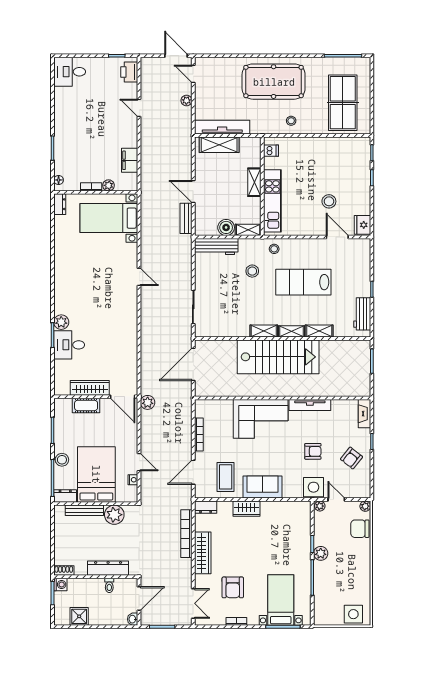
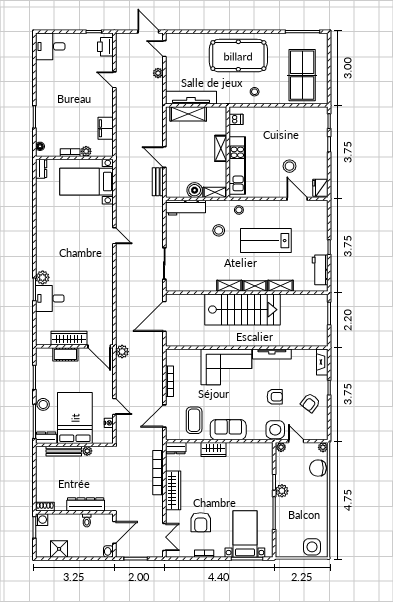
plant: (114, 515) -> (87, 451), width x0.53, depth x0.53

